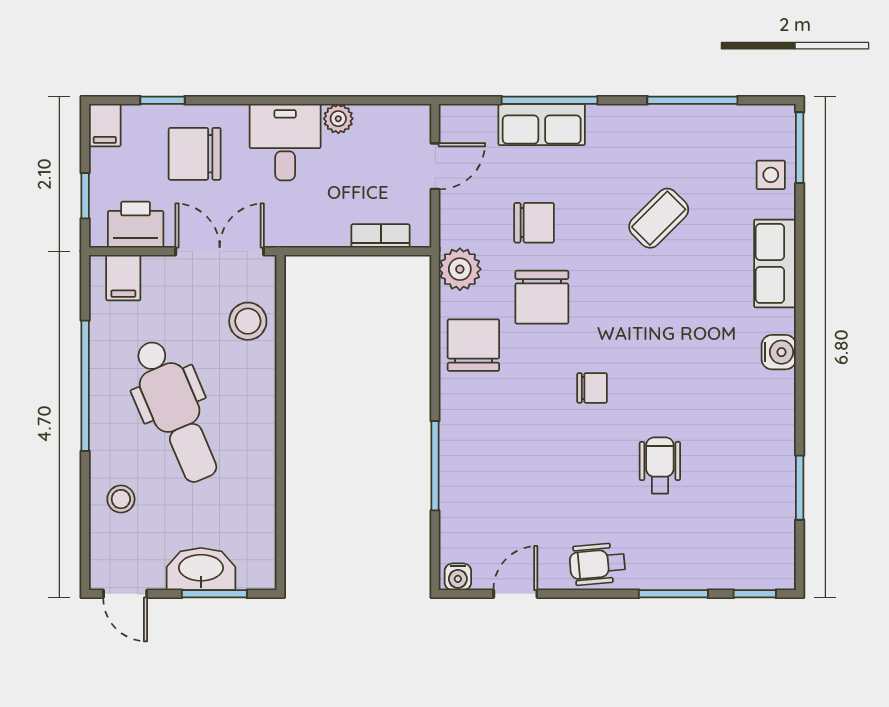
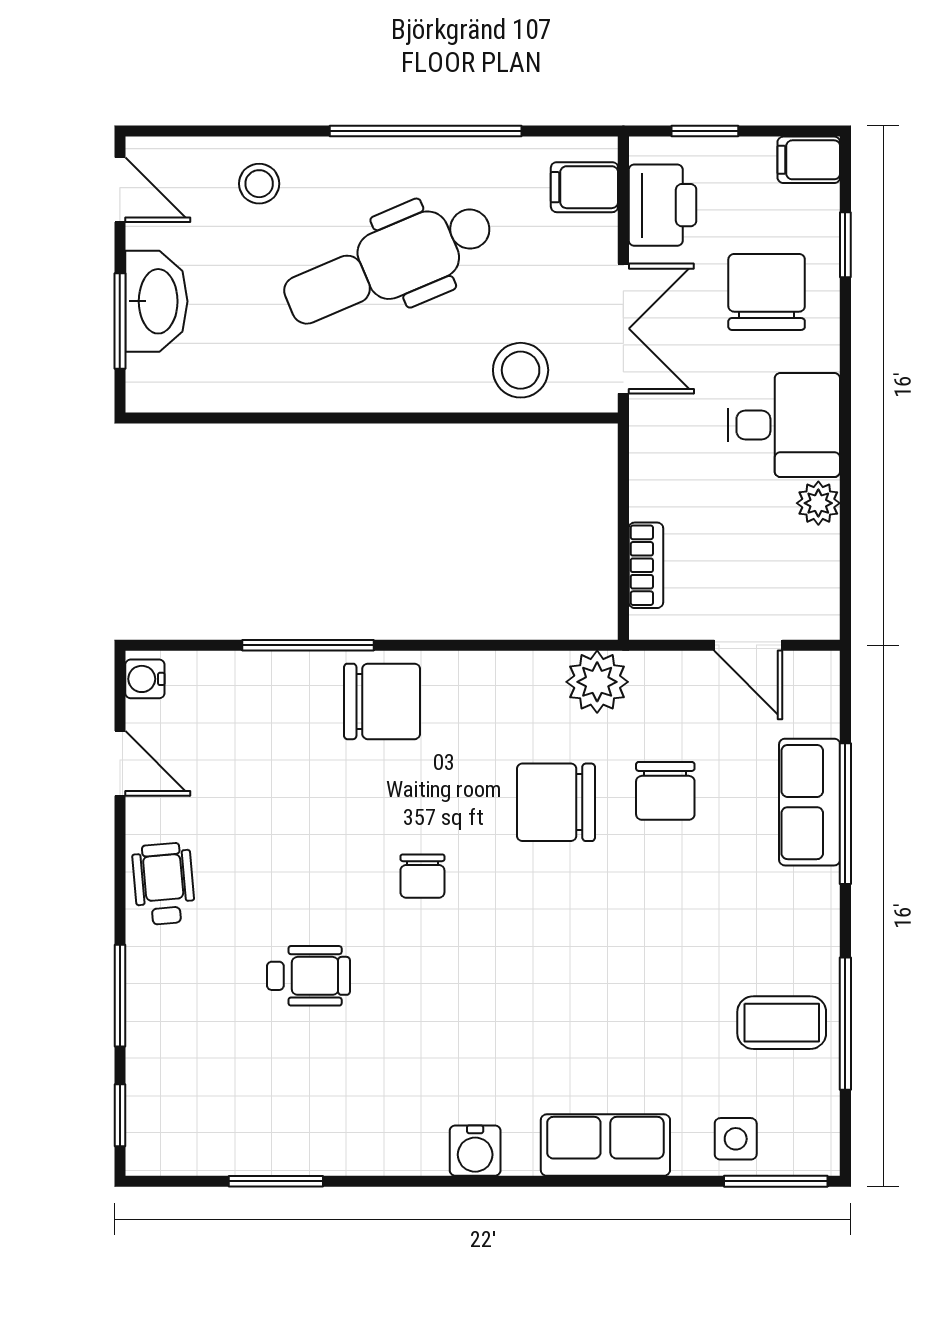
coffee table: (659, 218) -> (782, 1023), moved, turned -45
chair: (473, 345) -> (382, 701), moved
door: (125, 594) -> (120, 190), swing flipped

